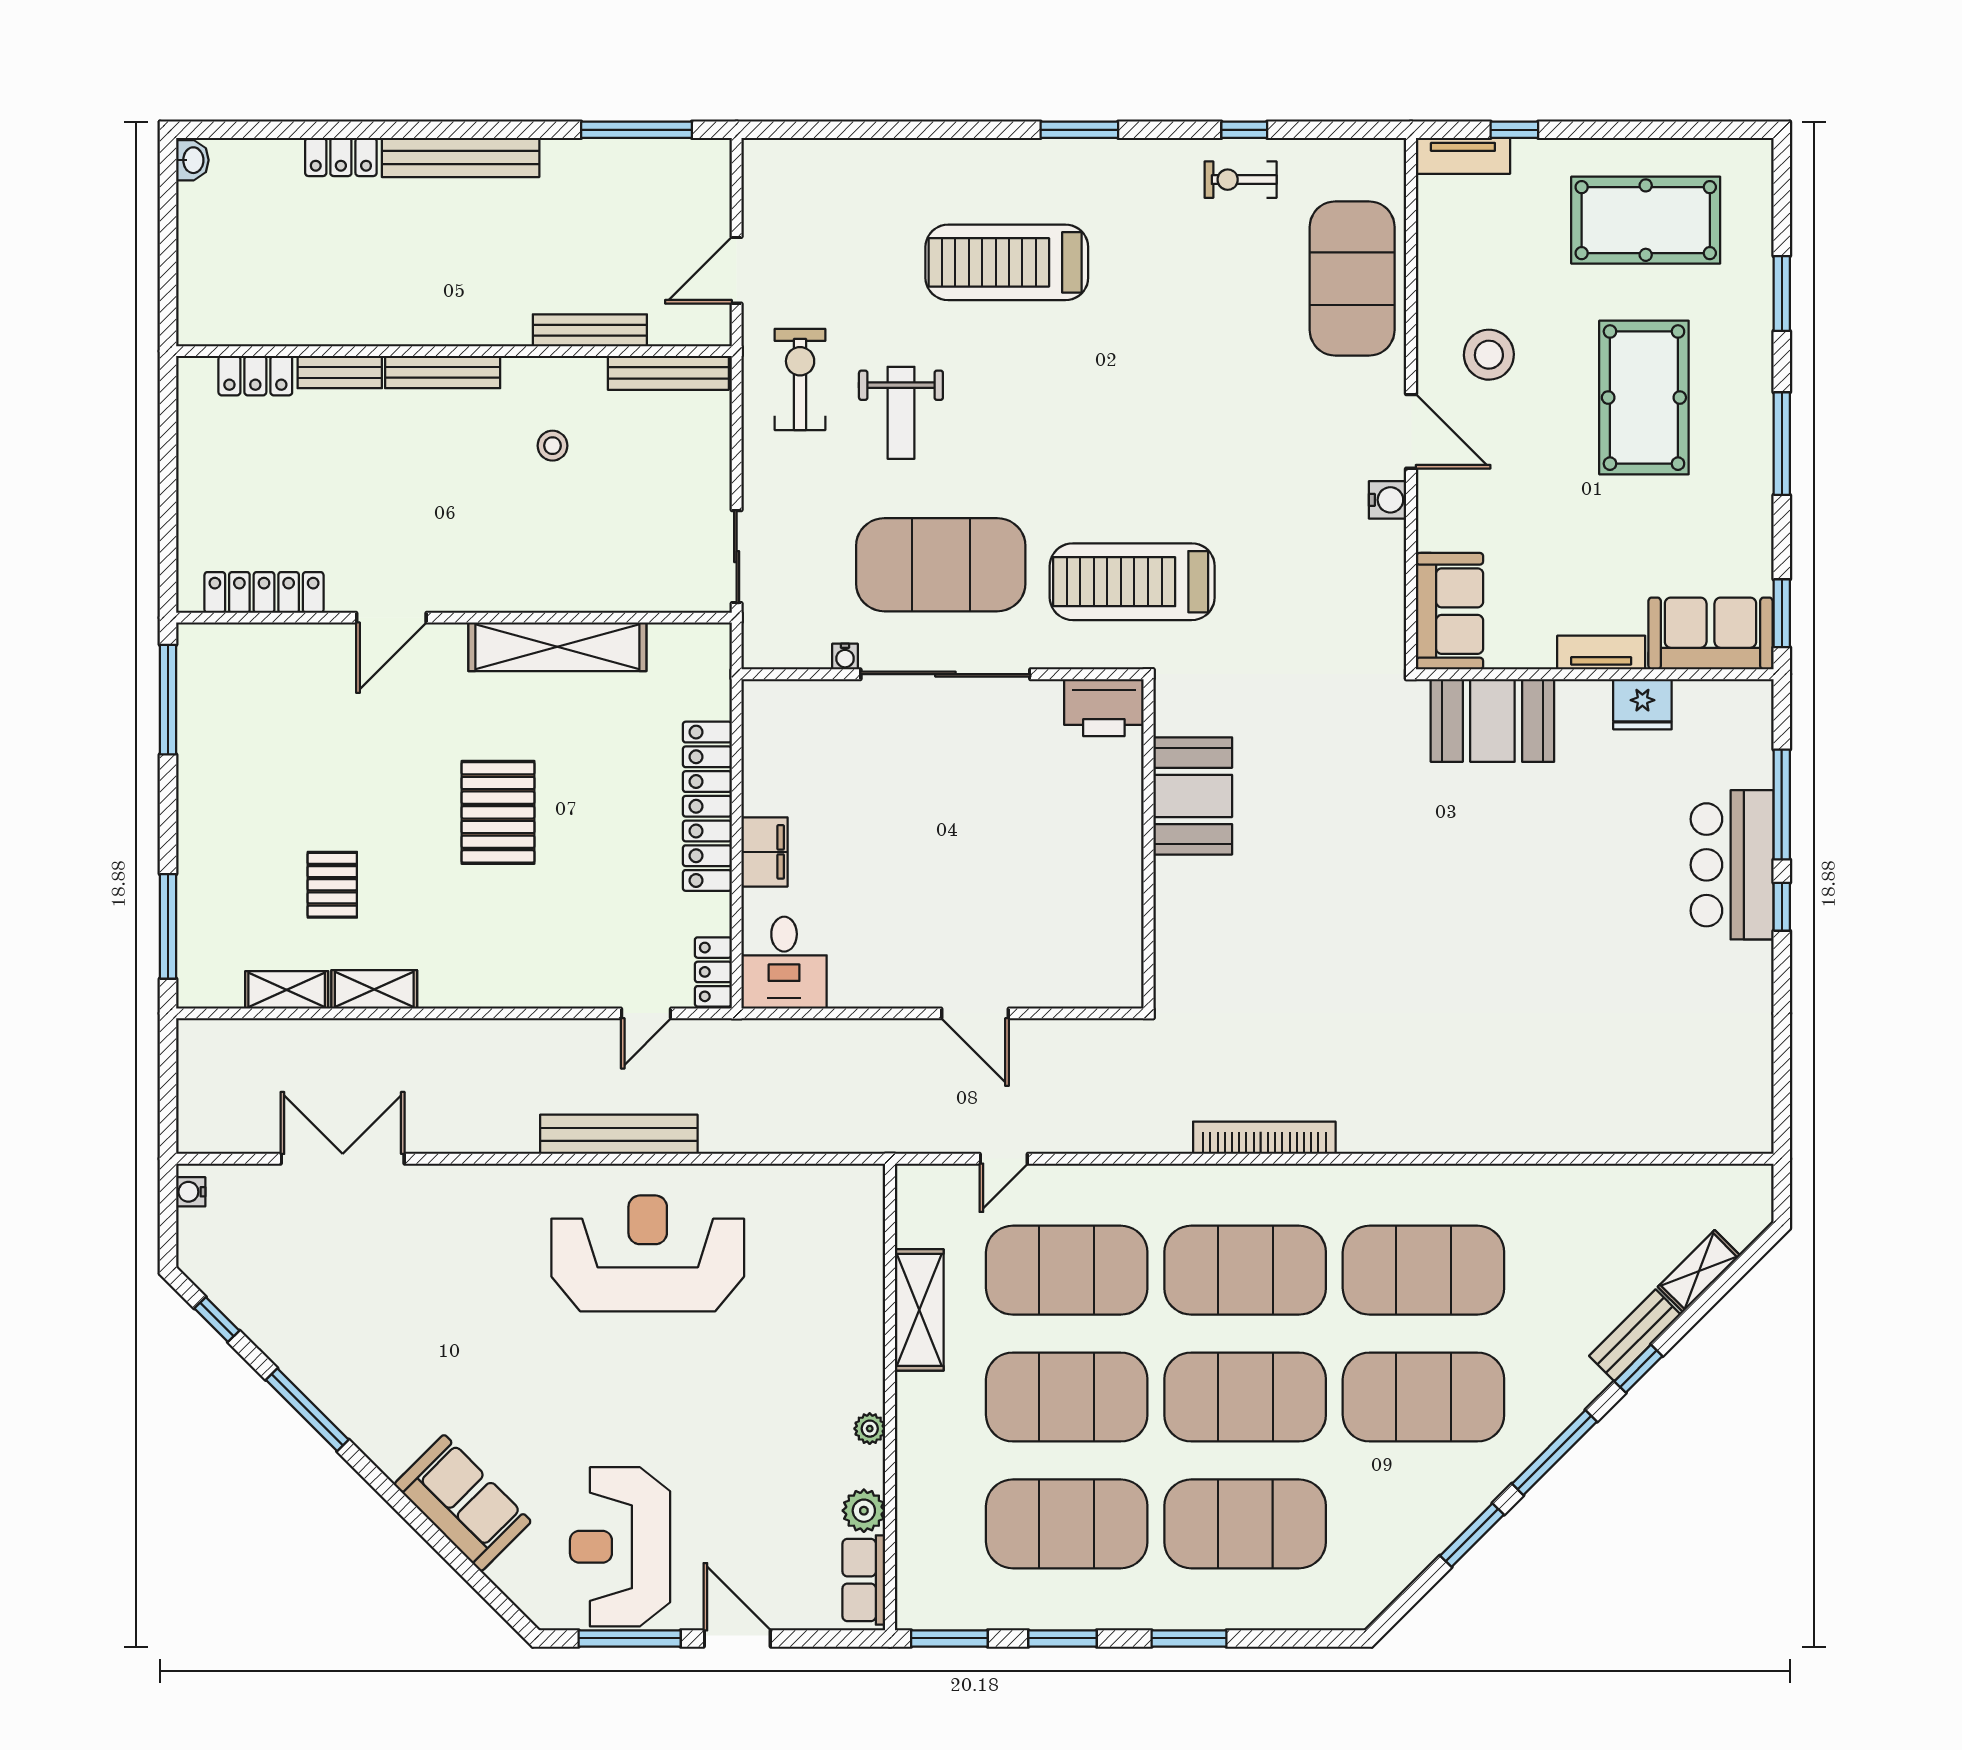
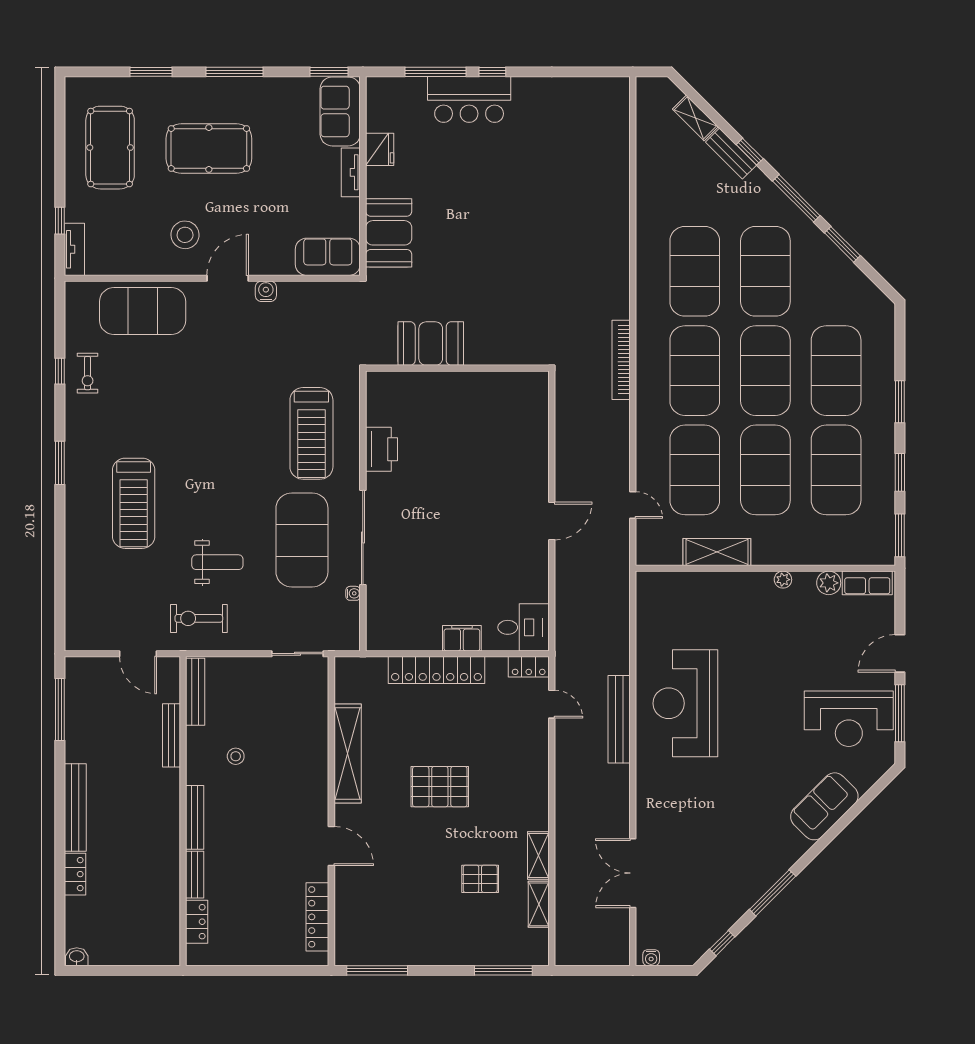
booth: (1193, 796) -> (431, 344), moved
wall: (1149, 844) -> (457, 368), moved

